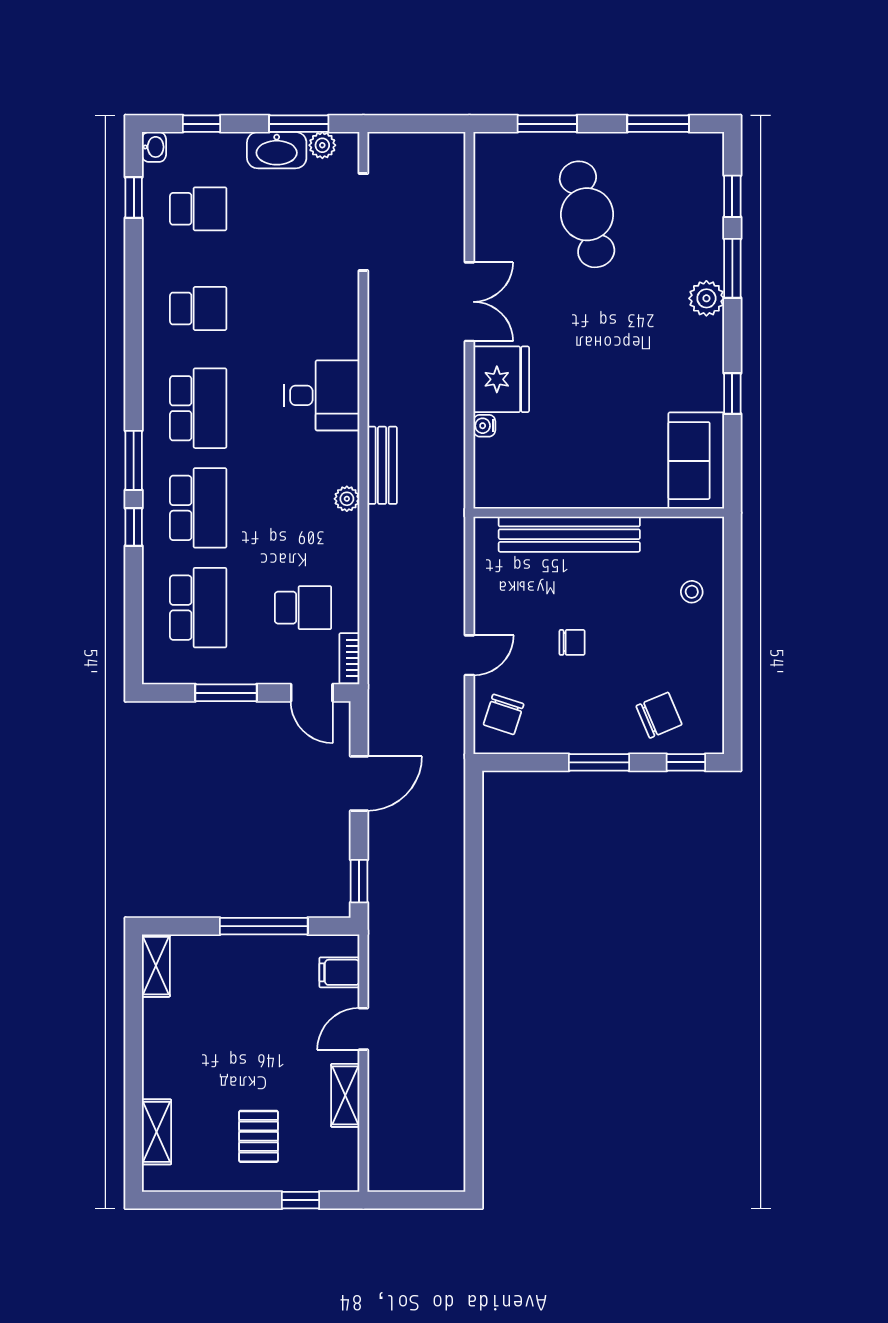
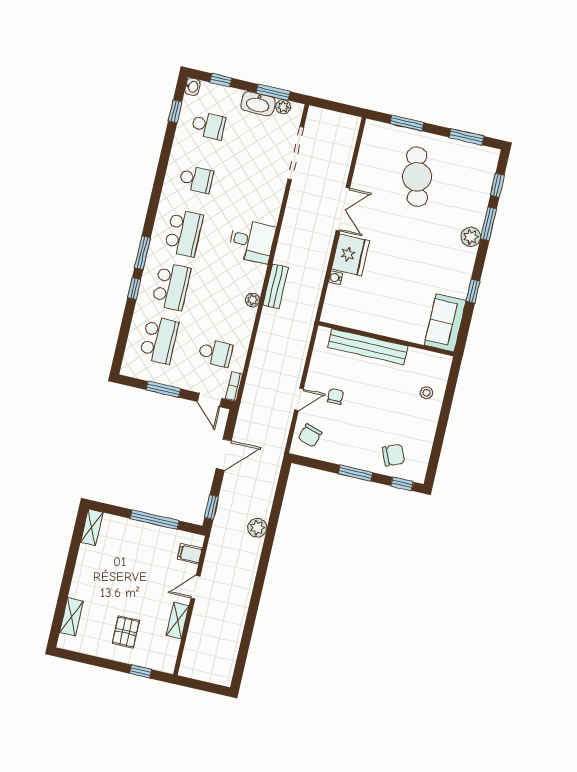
chair: (572, 642) -> (335, 396), moved, turned -90
plant: (448, 899) -> (257, 528), added

